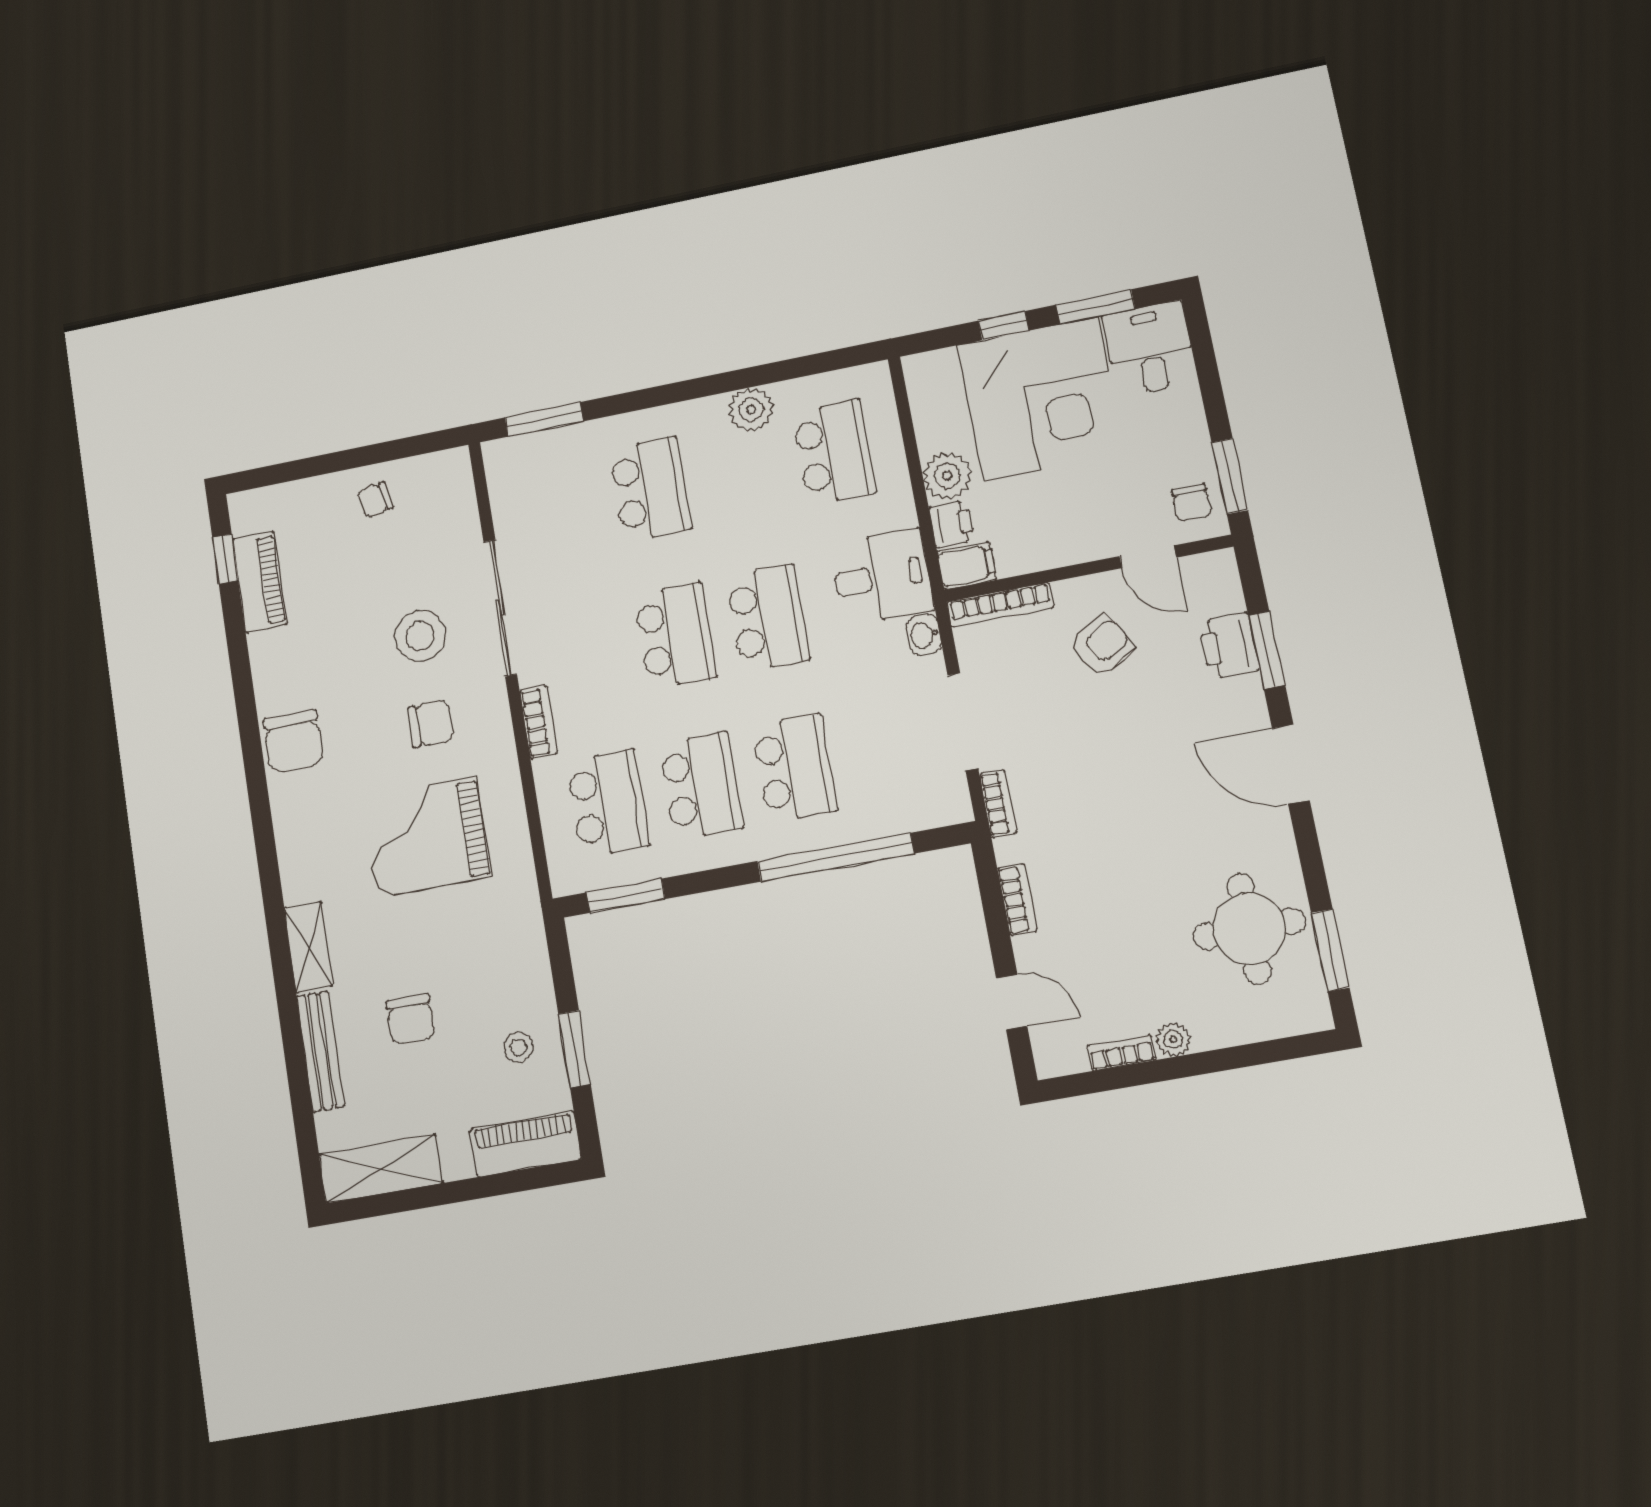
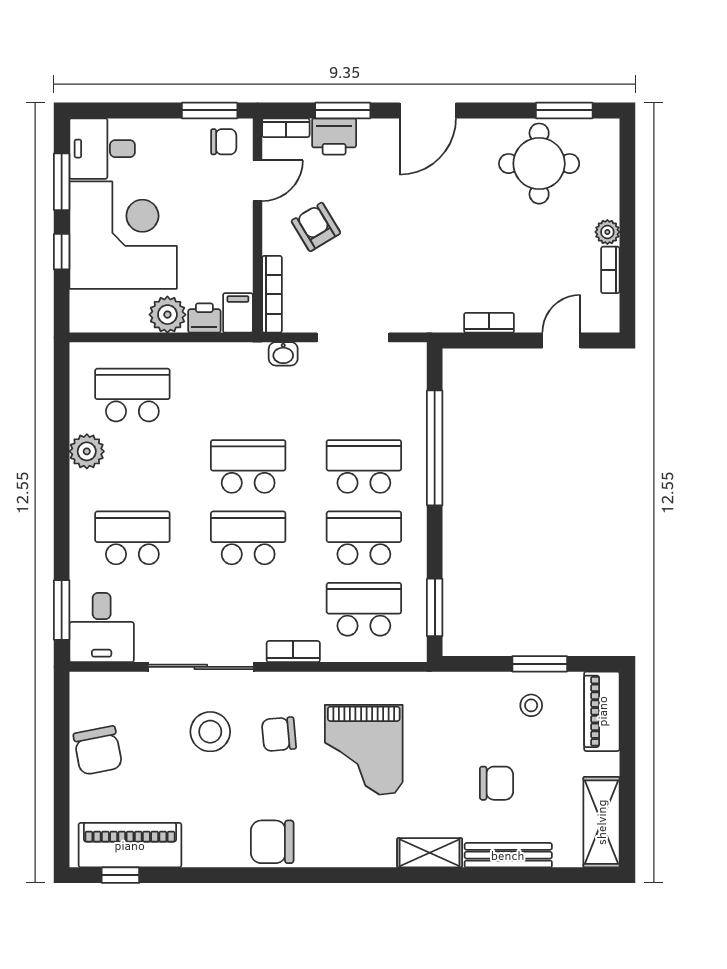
chair: (375, 500) -> (98, 751), width x1.87, depth x1.87
desk: (882, 577) -> (102, 628), moved, turned 180
piano: (260, 582) -> (130, 845), width x1.37, depth x1.33
chair: (430, 724) -> (279, 734), turned -95
chair: (294, 741) -> (272, 842), turned 180
bookcase: (998, 804) -> (286, 128), moved, turned 180

